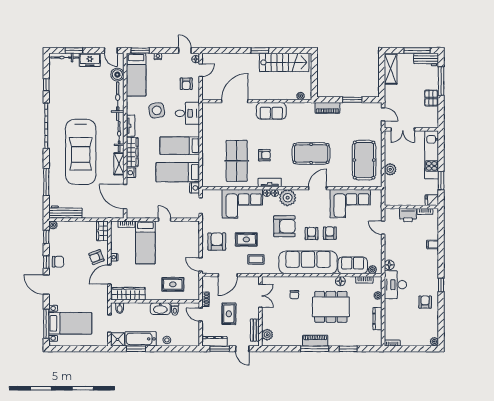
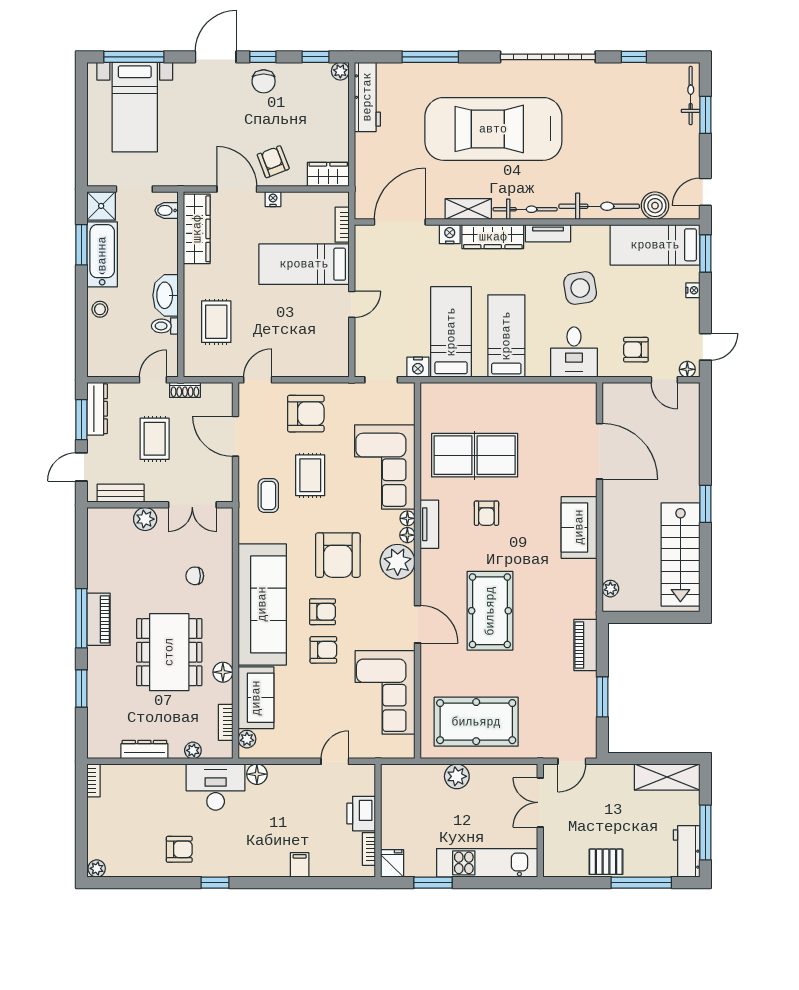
freezer: (90, 60) -> (686, 148), removed
rug: (229, 314) -> (155, 439), turned 90
plant: (267, 335) -> (145, 519), moved

